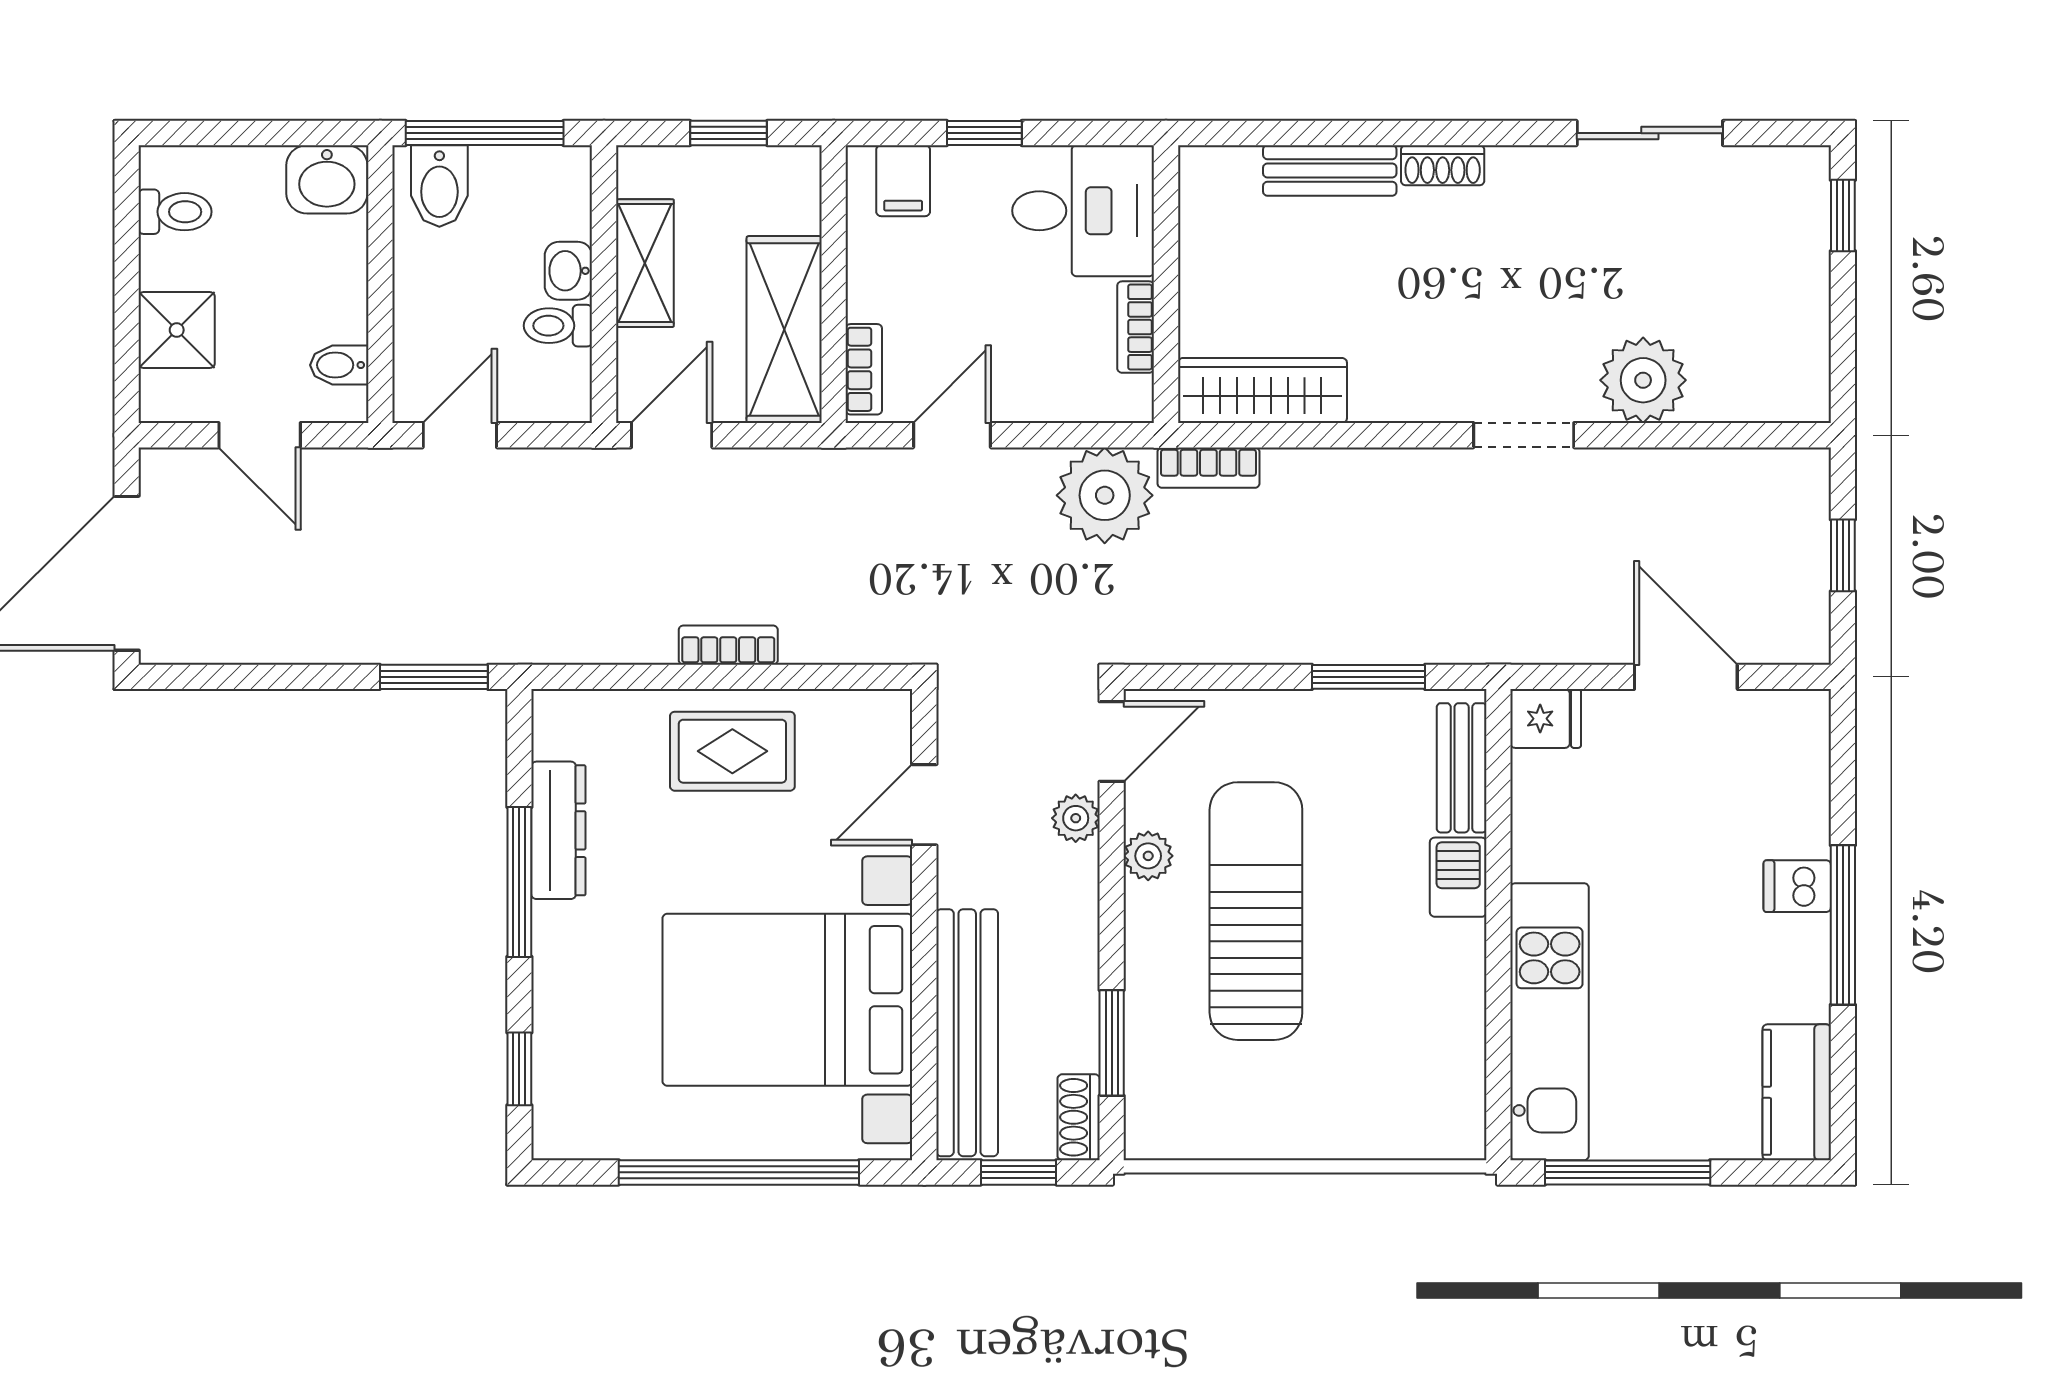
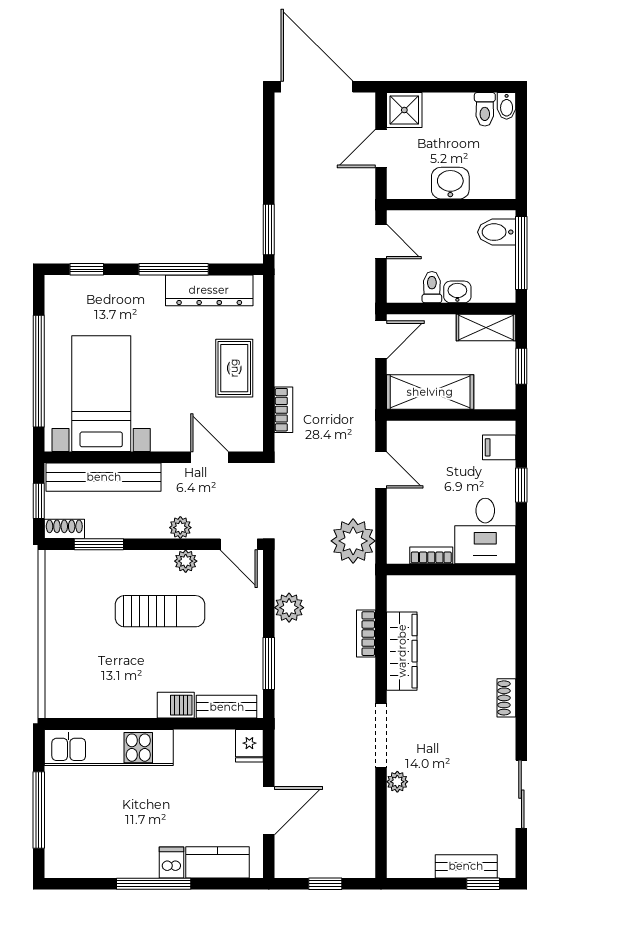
bench: (1330, 170) -> (466, 866), moved, turned 90
washbasin: (327, 179) -> (450, 183), moved, turned 90
shelving: (645, 263) -> (486, 327), moved
shower: (177, 330) -> (404, 110), moved
bidet: (339, 365) -> (507, 106), moved, turned 180
bookcase: (864, 369) -> (412, 429), removed
plant: (1643, 380) -> (397, 782), width x0.53, depth x0.53
wardrobe: (1262, 390) -> (402, 651), moved
door: (672, 435) -> (381, 340), hinge flipped
doorway: (1524, 435) -> (381, 736), width x1.38
bookcase: (1208, 468) -> (366, 634), moved
plant: (1248, 633) -> (289, 608), added
bookcase: (728, 645) -> (284, 410), moved
plant: (1076, 818) -> (180, 528), moved
dresser: (558, 830) -> (209, 290), width x1.37, depth x1.24
sun lounger: (1256, 911) -> (160, 611), width x0.73, depth x0.75
bed with nightstands: (787, 1000) -> (101, 394), width x0.73
kitchen counter: (1797, 1092) -> (218, 862), moved
window: (1628, 1172) -> (39, 810), moved

